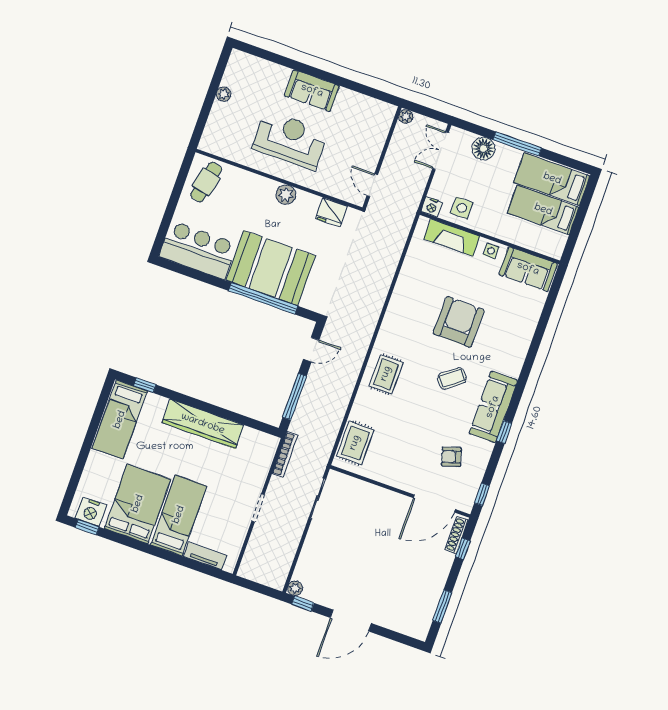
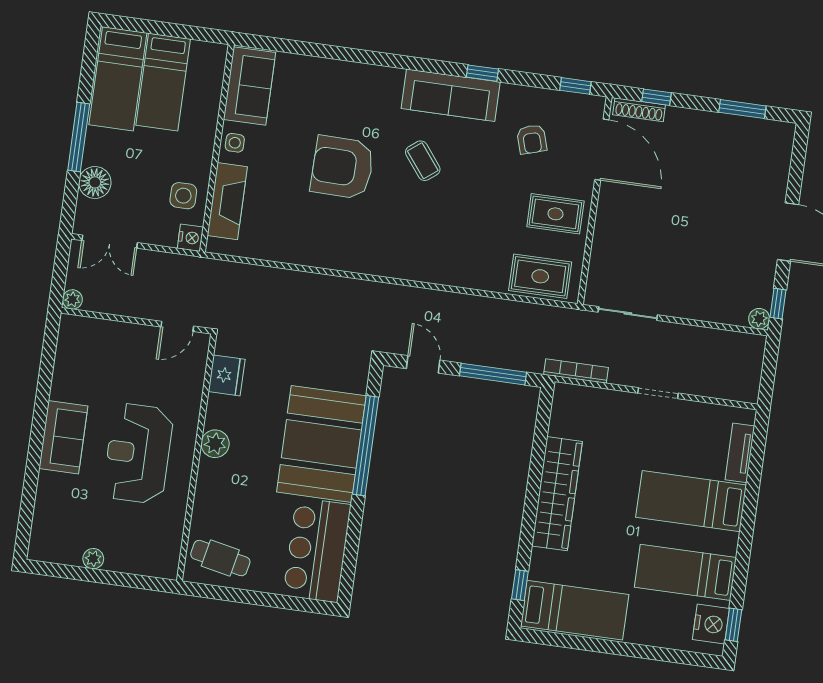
rug: (386, 374) -> (555, 214), moved
bed: (138, 504) -> (685, 572), width x0.67

